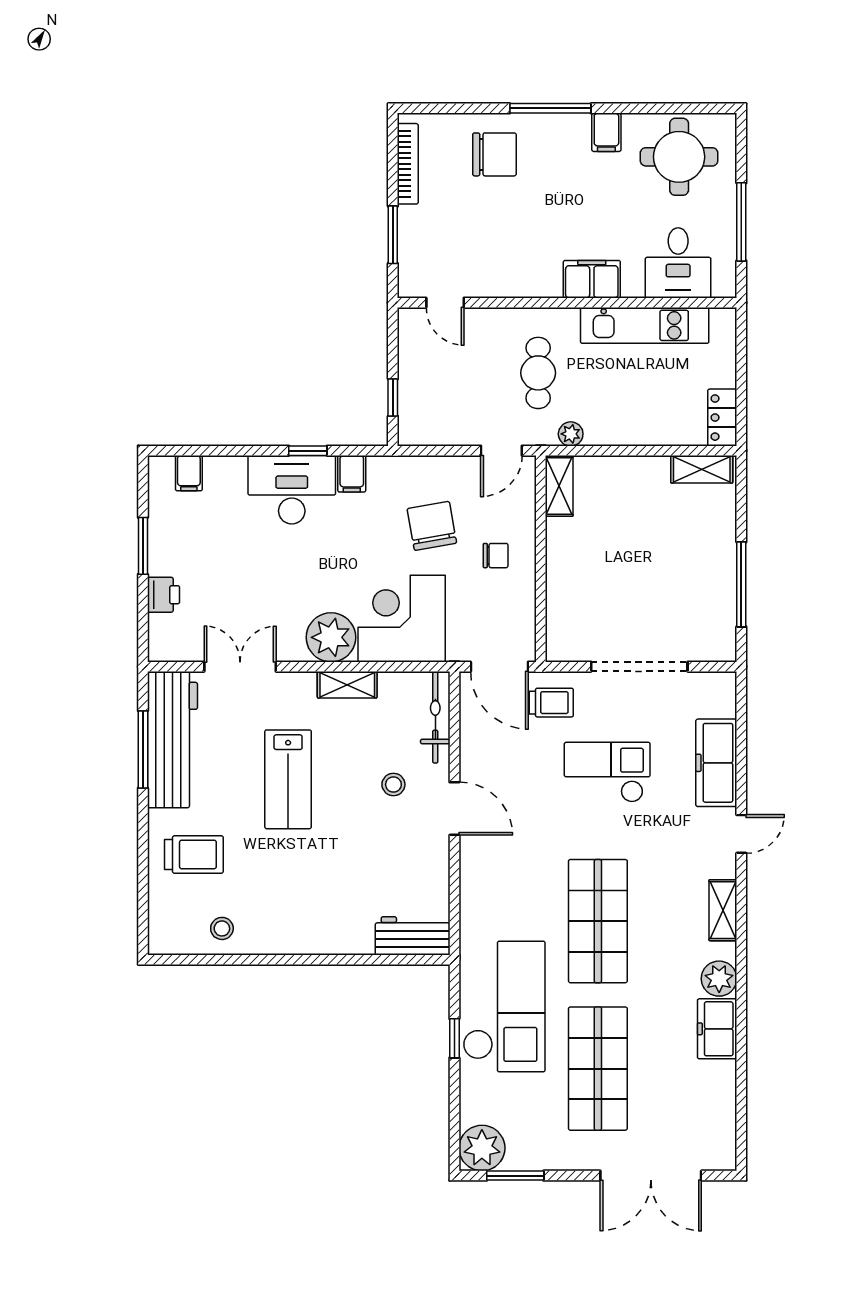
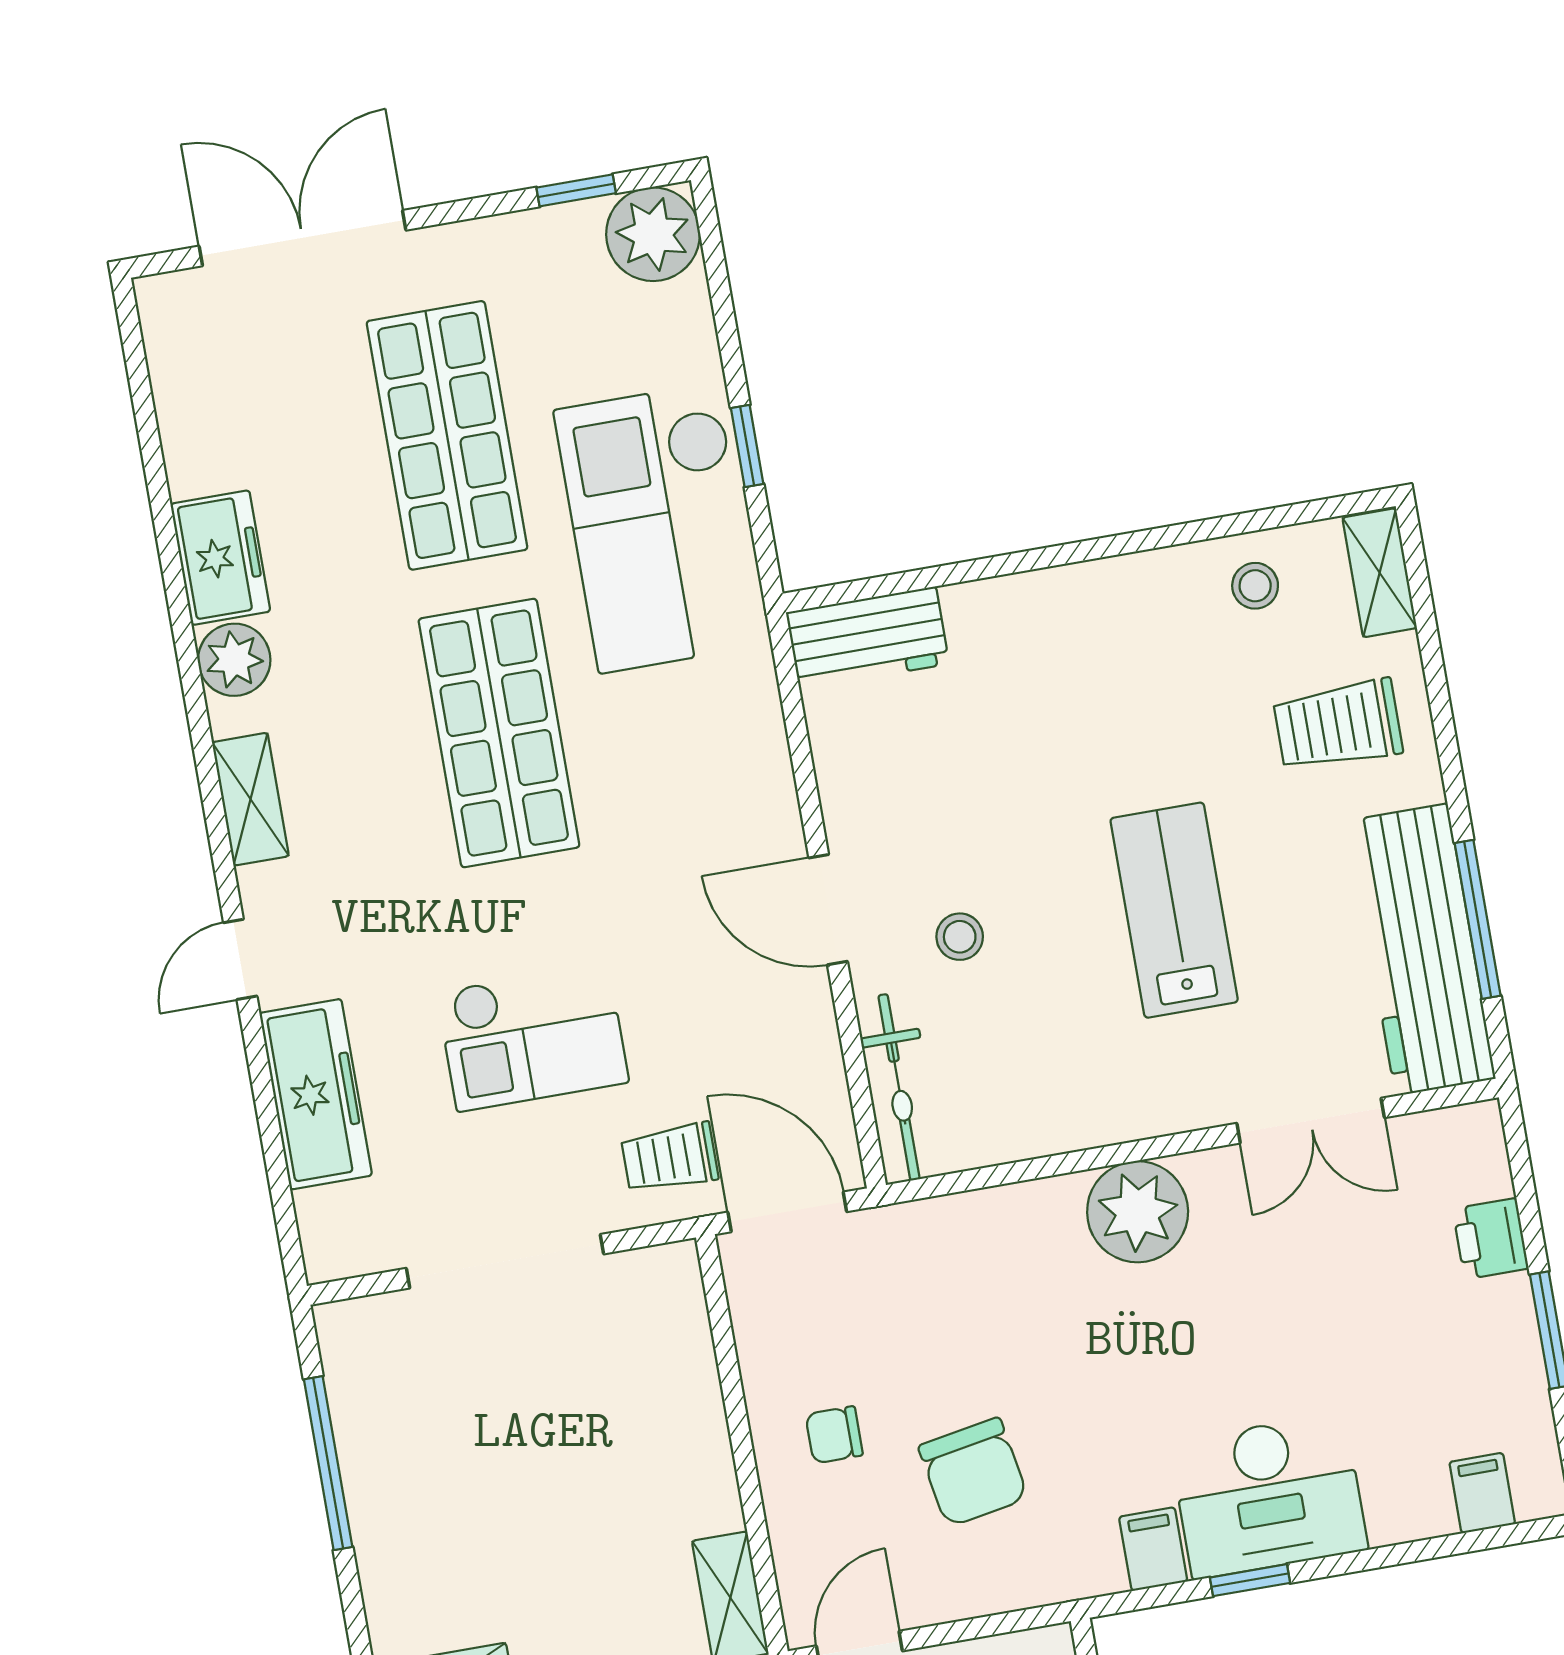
corner desk: (402, 619) -> (1002, 1275), removed
shelving: (347, 685) -> (1380, 573), moved, turned 90
window: (515, 1176) -> (576, 190), width x0.67

